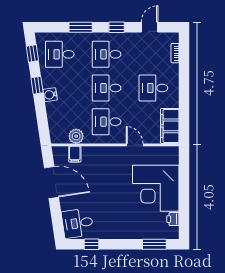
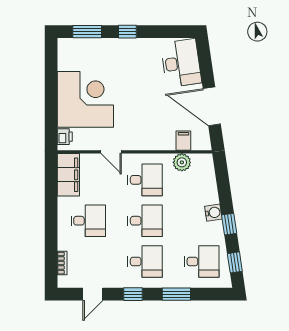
printer: (173, 219) -> (65, 137), moved
desk: (78, 223) -> (181, 63), width x1.37
window: (92, 244) -> (127, 32), moved

